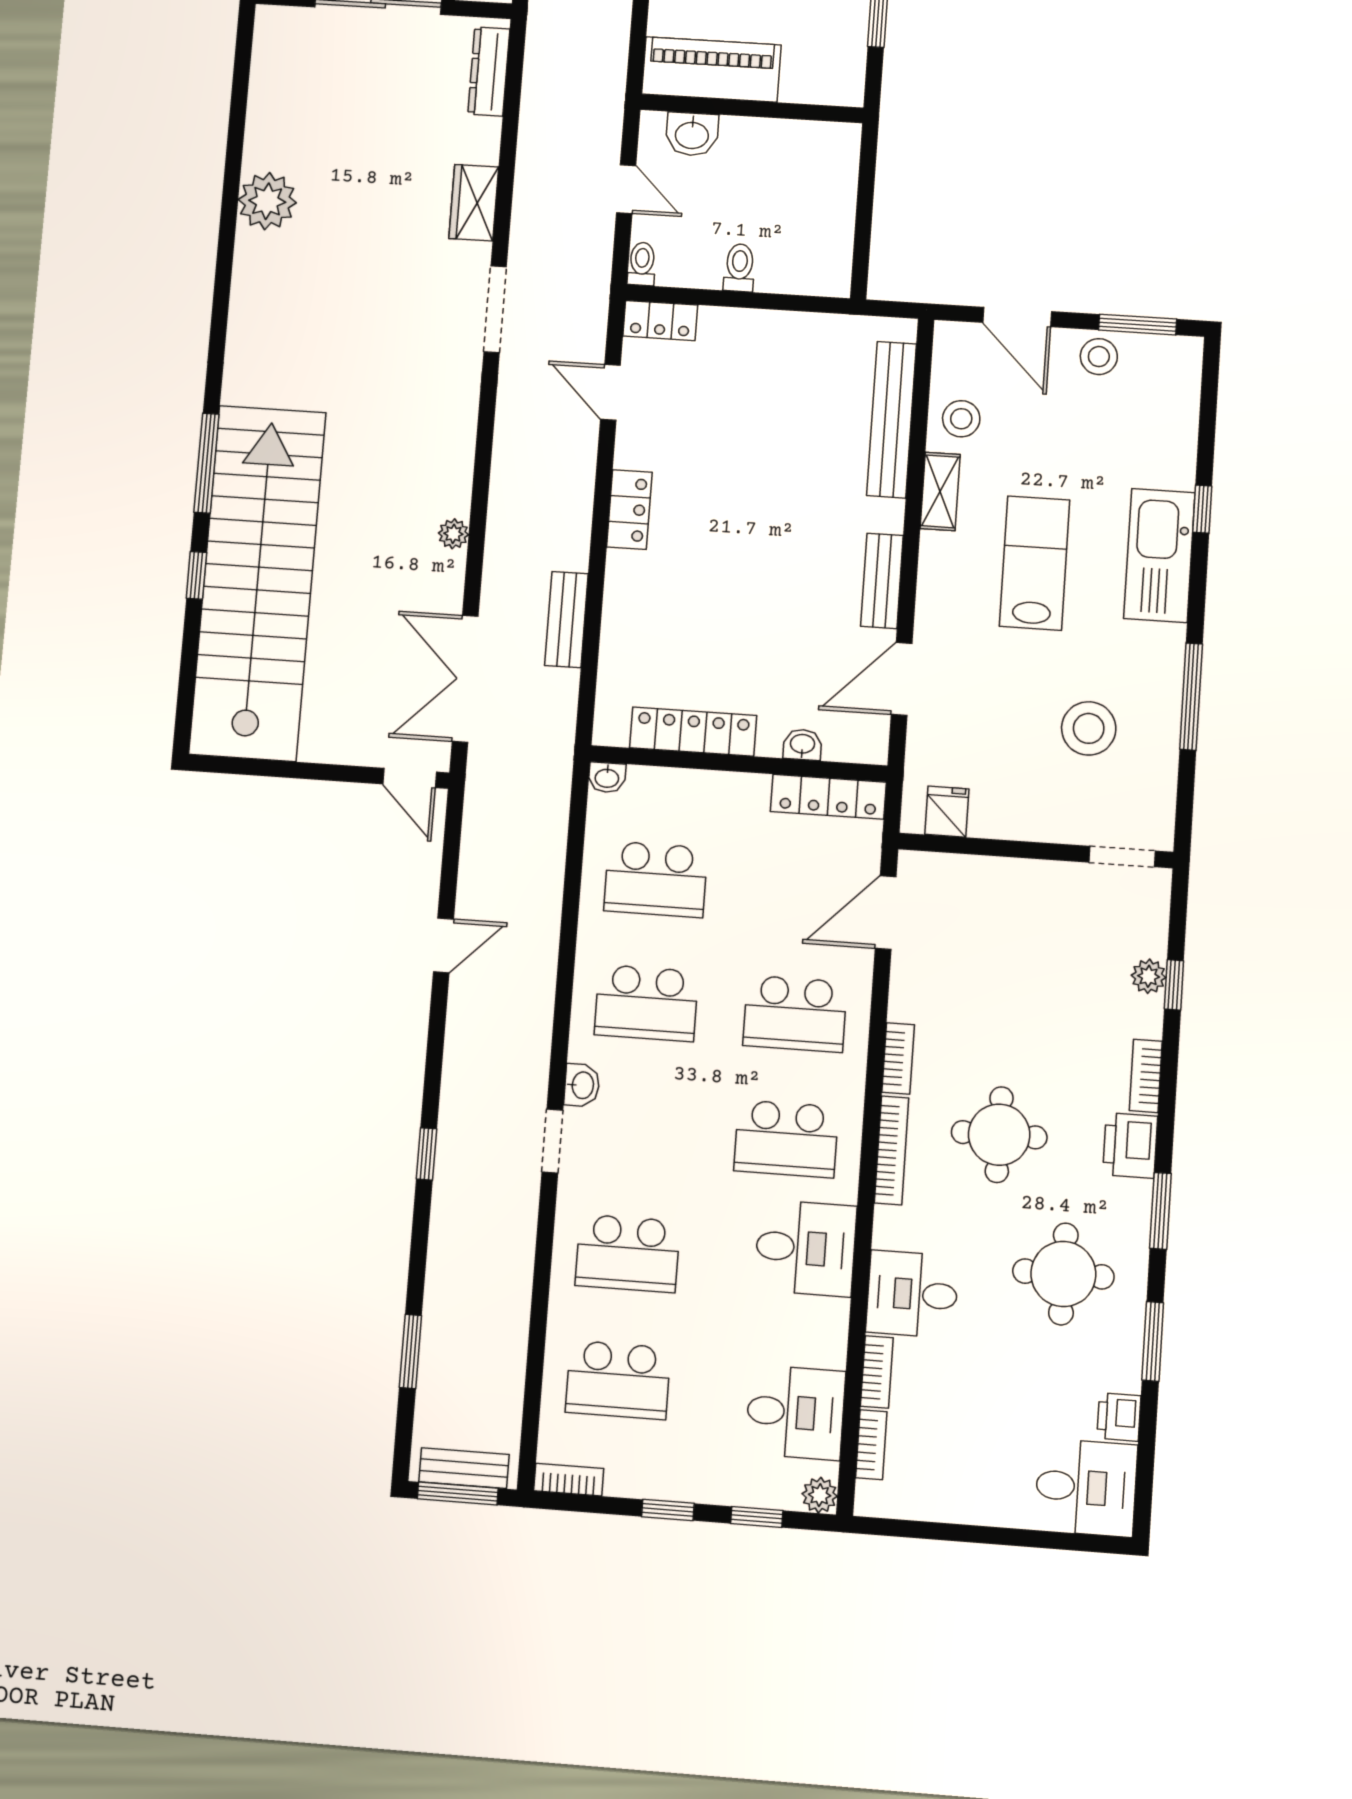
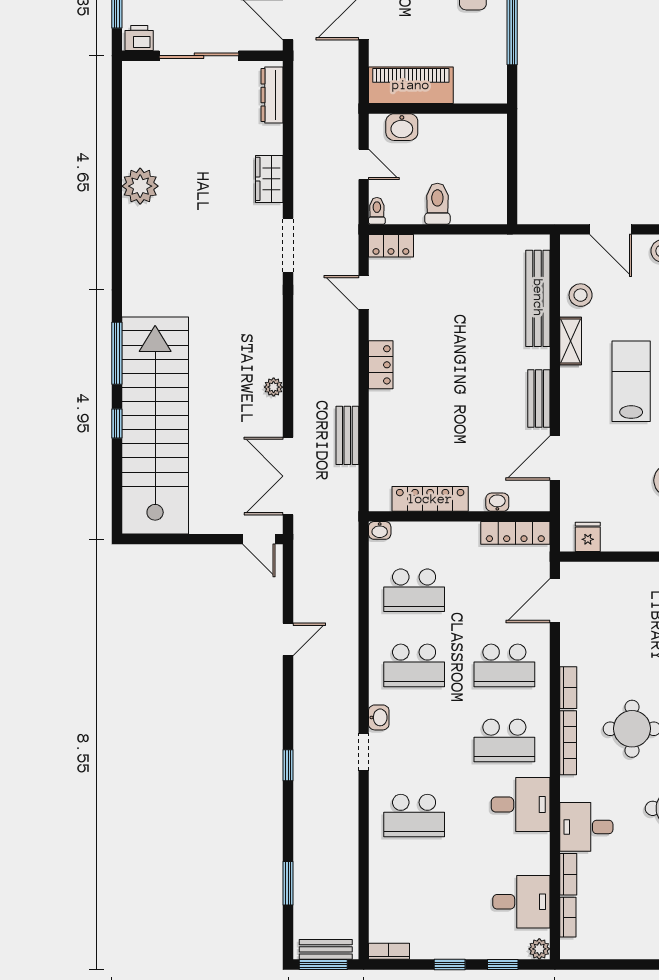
toilet: (739, 268) -> (437, 204), width x1.37, depth x1.39
school desk: (618, 1380) -> (414, 891), removed

